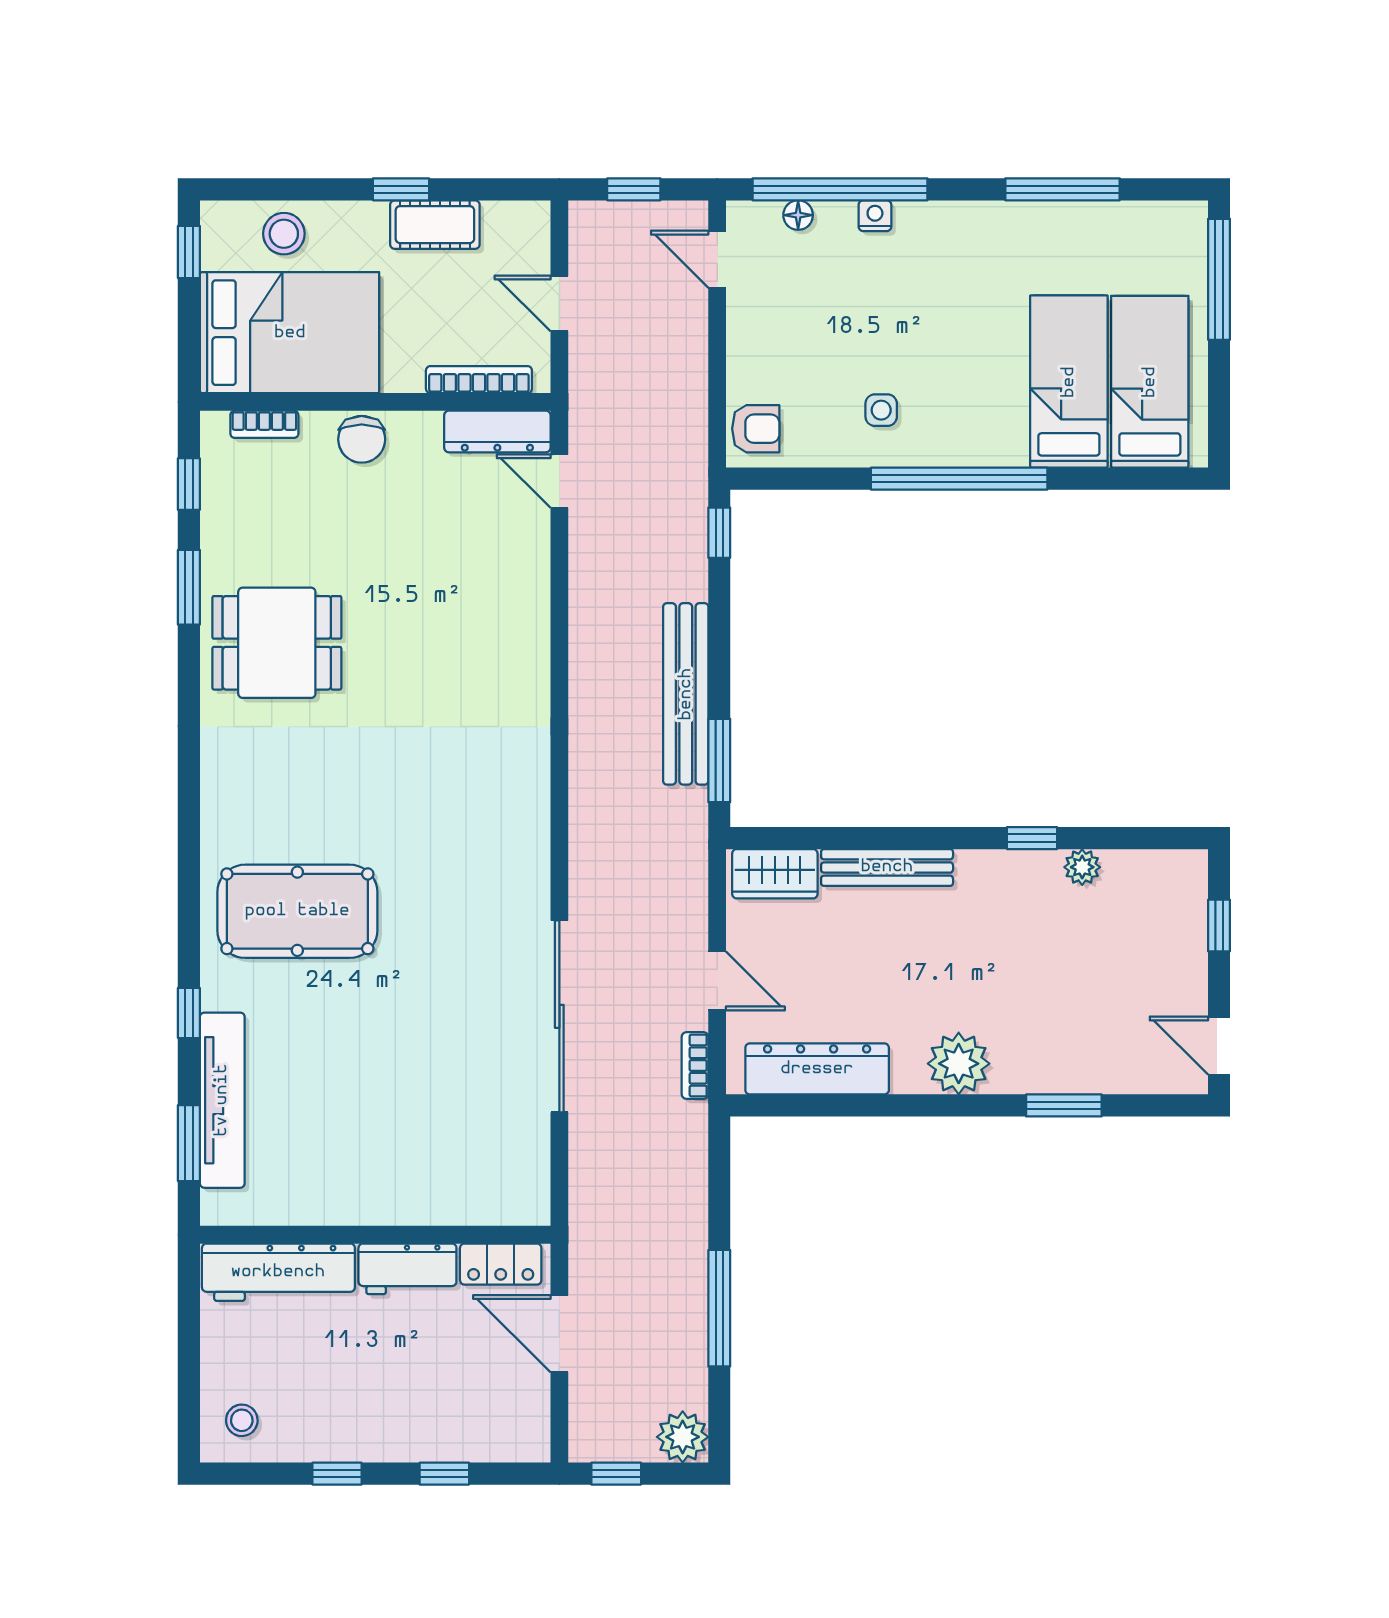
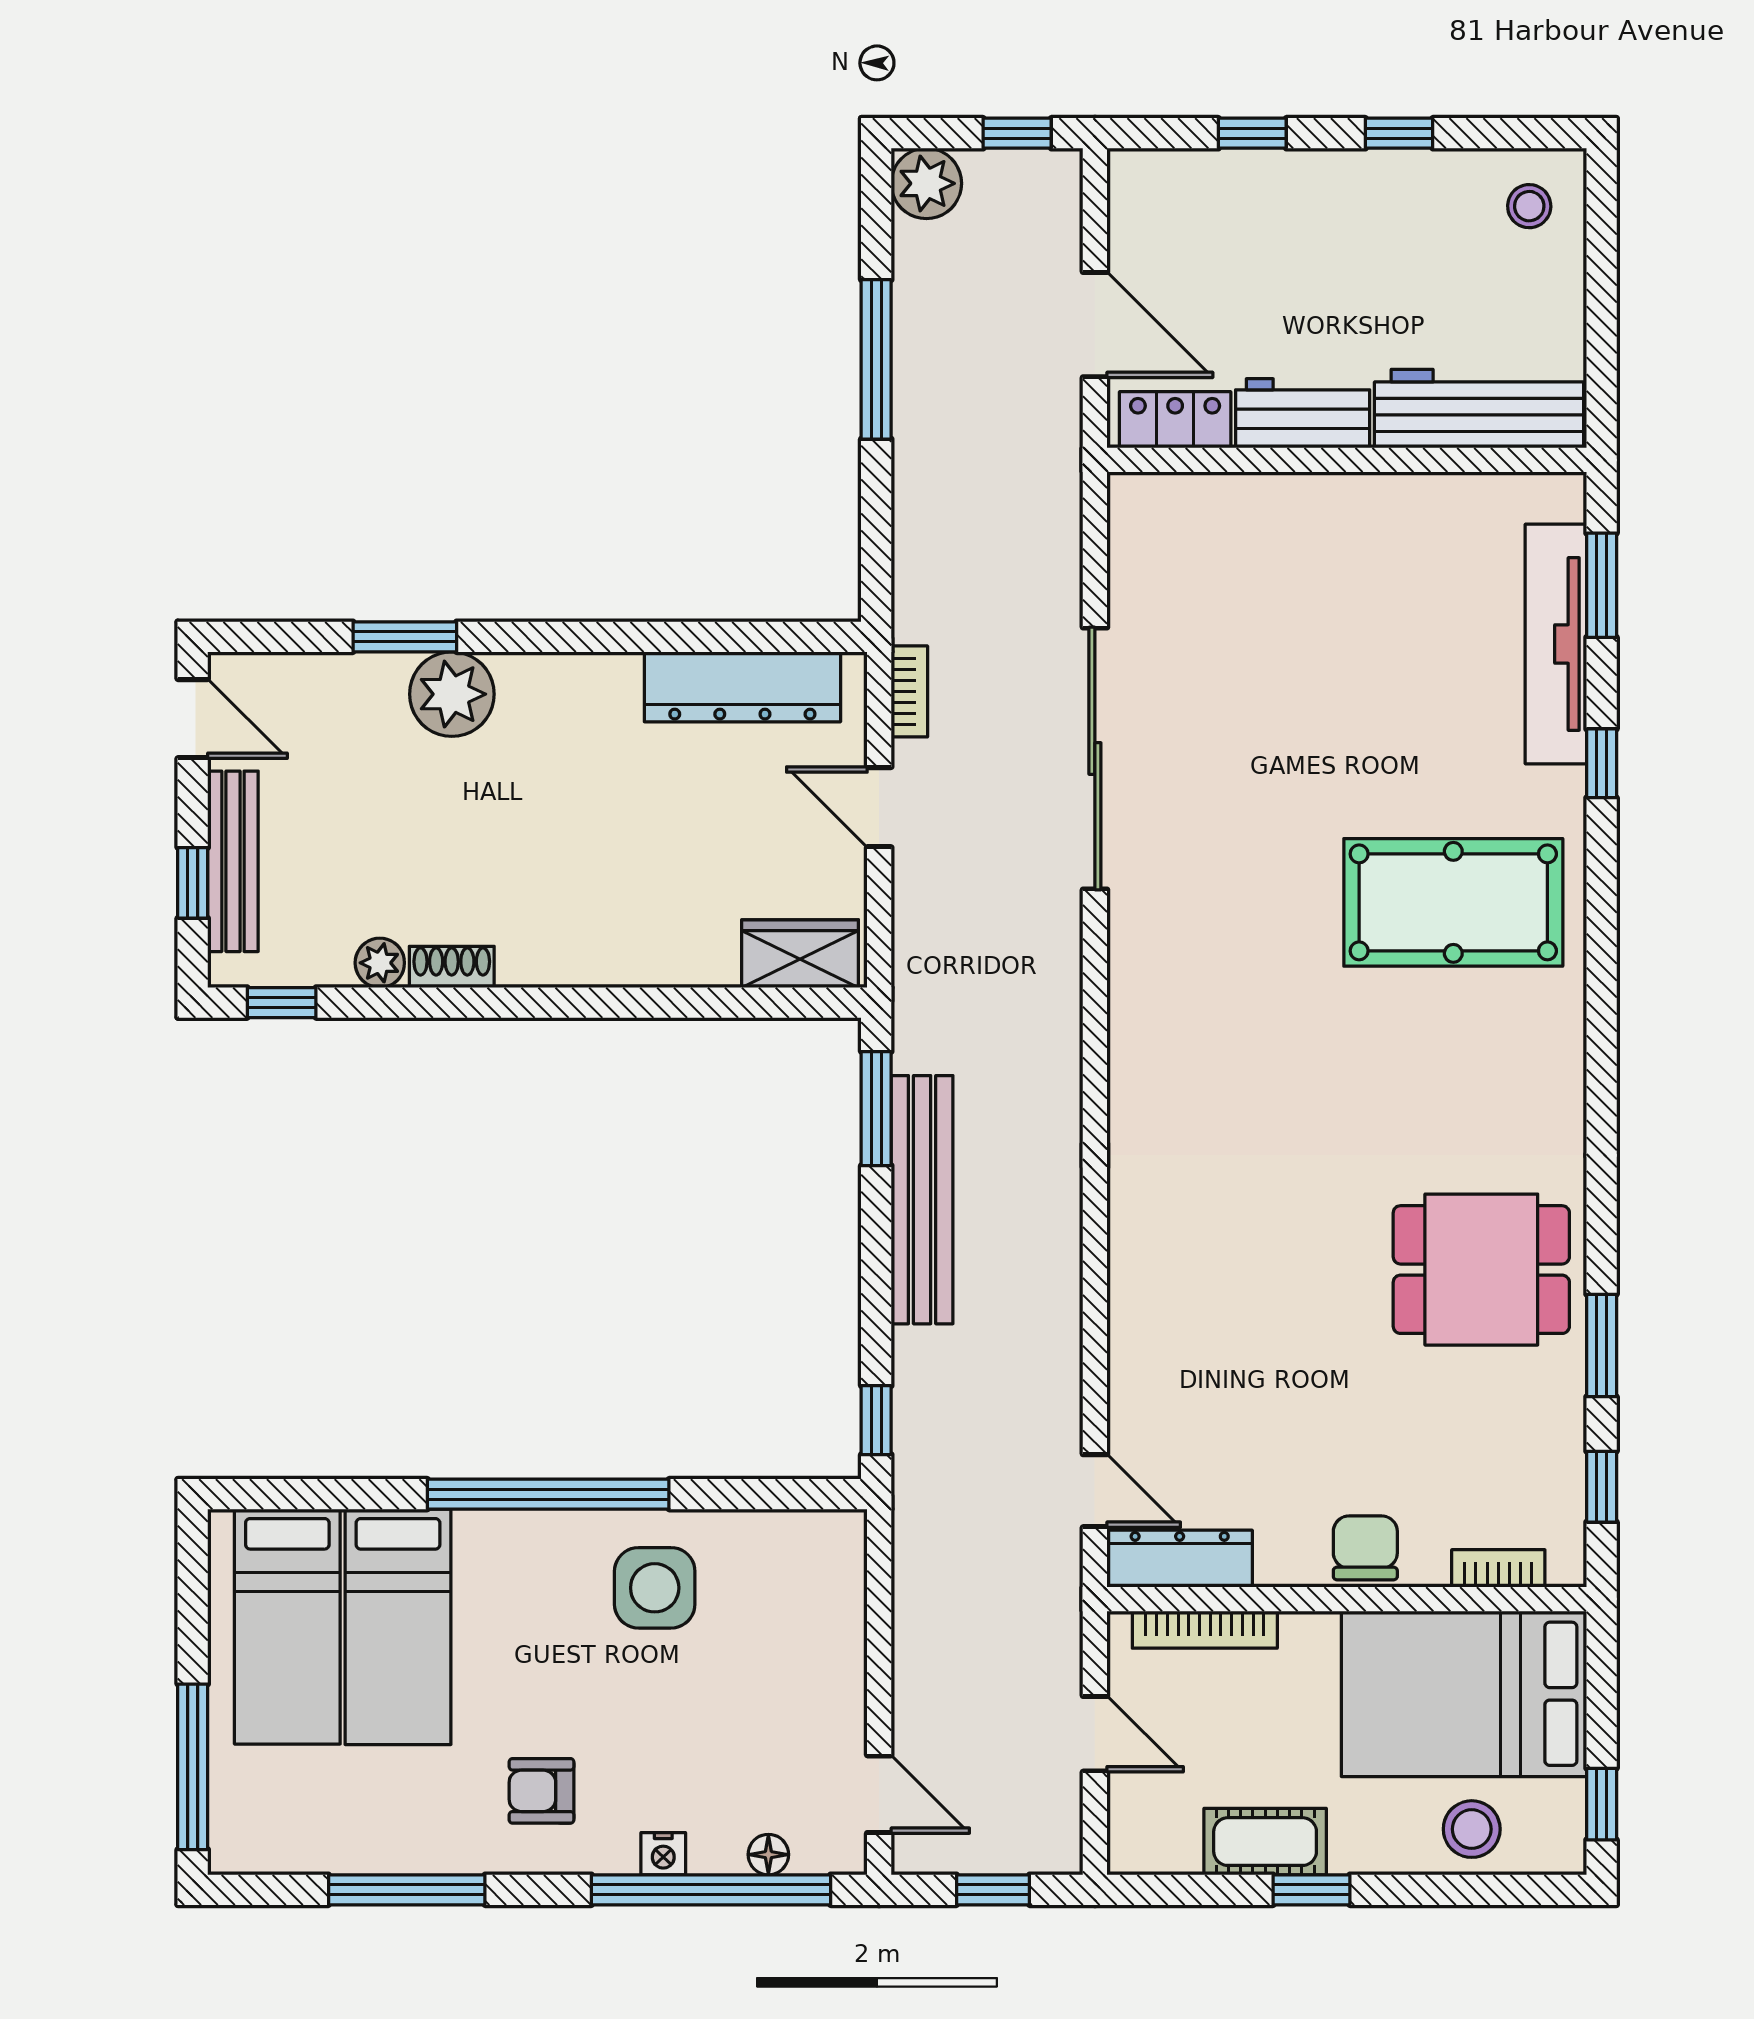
side table: (881, 410) -> (655, 1588), width x1.87, depth x1.87
armchair: (756, 429) -> (541, 1791), moved
window: (1032, 838) -> (282, 1003), moved
shoe rack: (1030, 864) -> (452, 967), added
bench: (887, 867) -> (233, 861), moved, turned 90
plant: (959, 1064) -> (452, 694), moved

